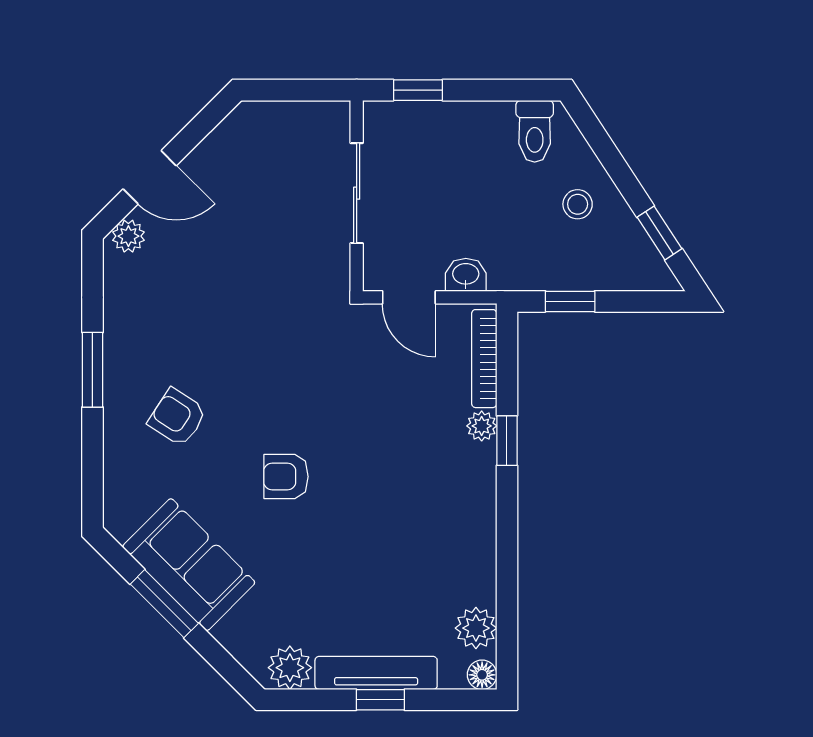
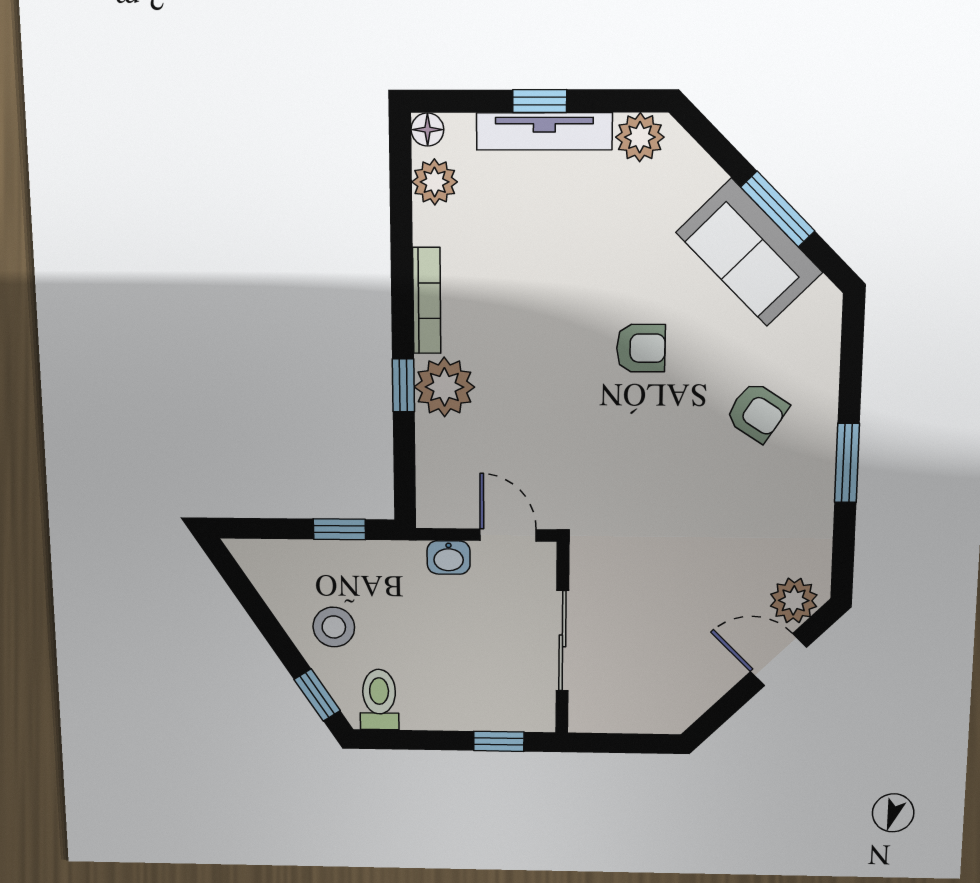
stool: (578, 204) -> (334, 627), width x1.37, depth x1.37
window: (659, 233) -> (317, 695), moved
plant: (128, 236) -> (794, 600), width x1.38, depth x1.38
bookcase: (484, 359) -> (427, 301), moved
plant: (482, 426) -> (444, 387), width x1.87, depth x1.87

